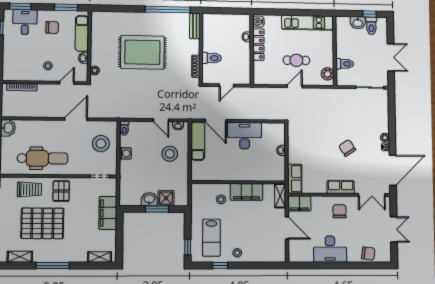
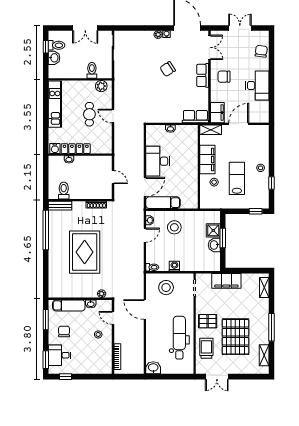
double door: (391, 57) -> (85, 28), swing flipped
toilet: (212, 58) -> (64, 191), moved
lab bench: (211, 238) -> (237, 178), moved, turned -90

